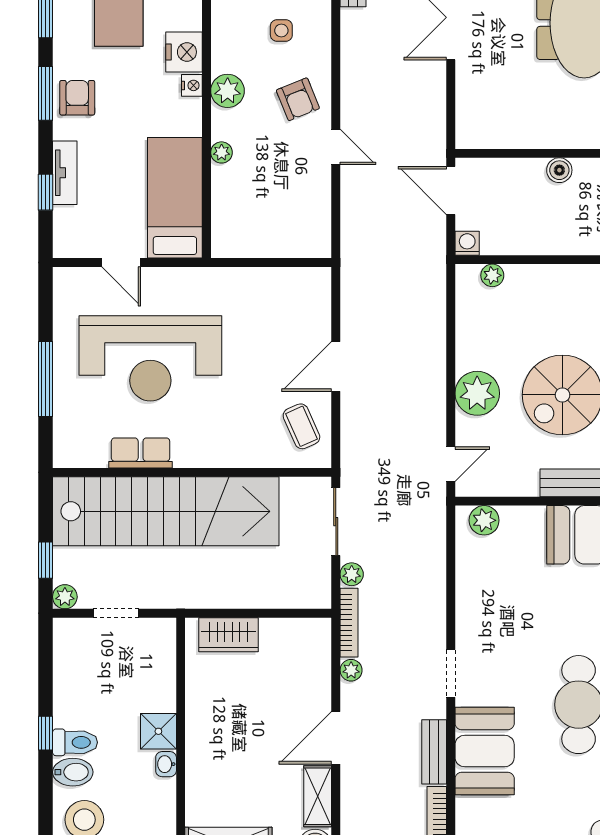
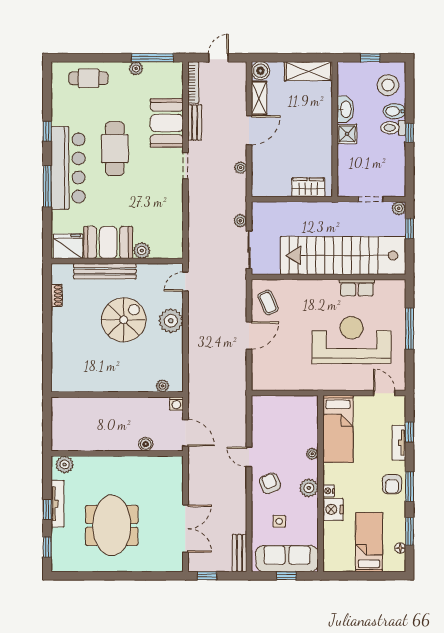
boiler: (559, 170) -> (146, 444), moved
door: (121, 263) -> (384, 393), moved
plant: (484, 520) -> (142, 251), moved
bookcase: (349, 623) -> (242, 194), removed
washbasin: (166, 764) -> (345, 109), width x1.91, depth x1.45

